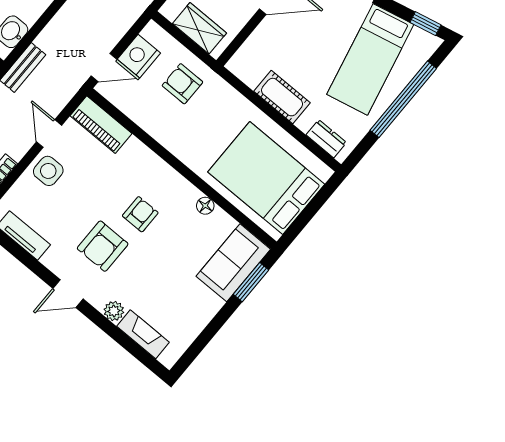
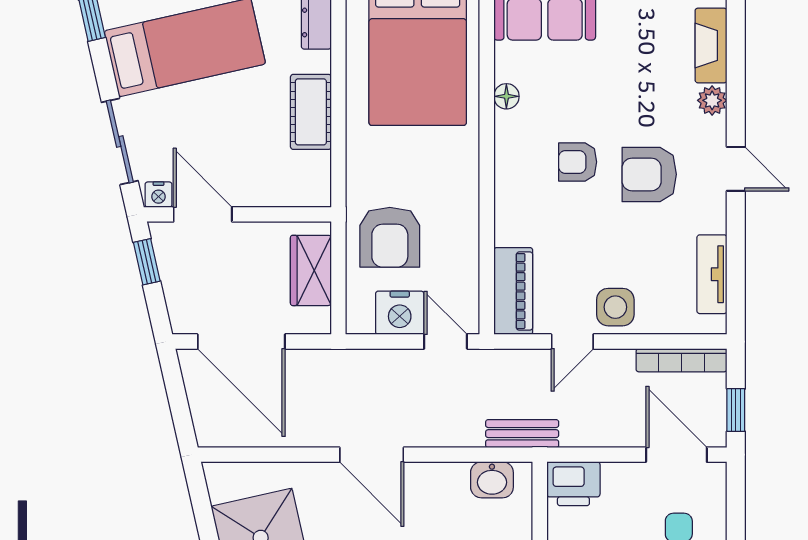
armchair: (182, 84) -> (390, 237), width x1.38, depth x1.38
armchair: (103, 246) -> (649, 174), turned 180

